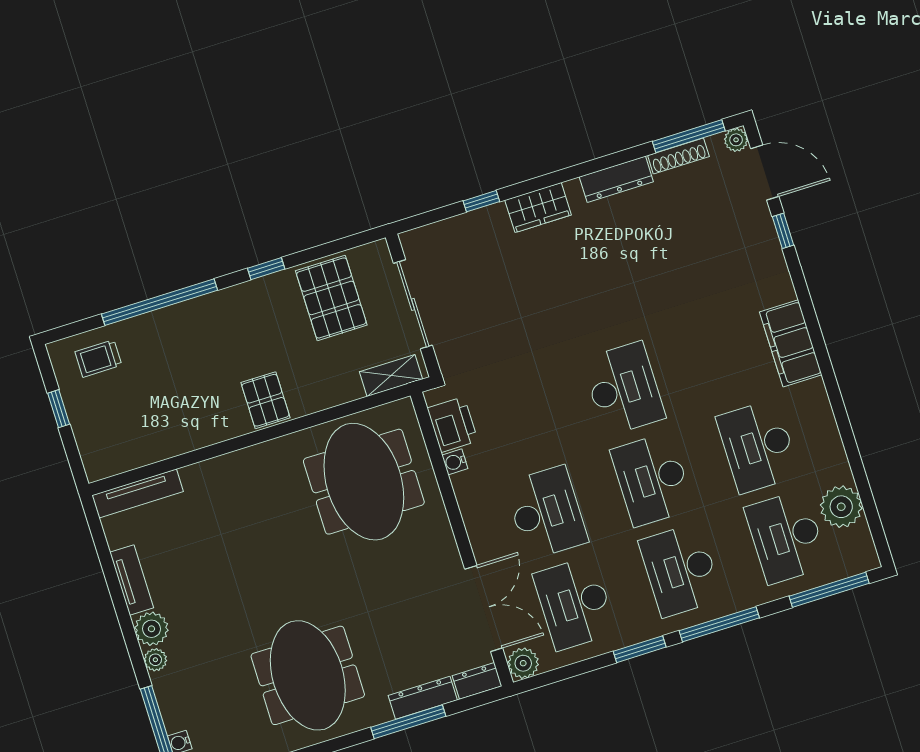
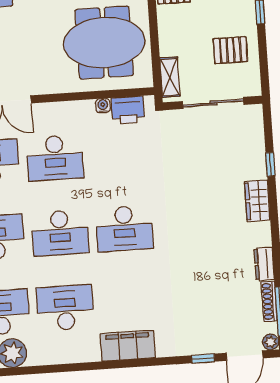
dresser: (616, 179) -> (264, 264), width x0.70
pallet: (331, 298) -> (230, 50), width x0.67, depth x0.71
desk: (652, 479) -> (60, 233), turned 180

